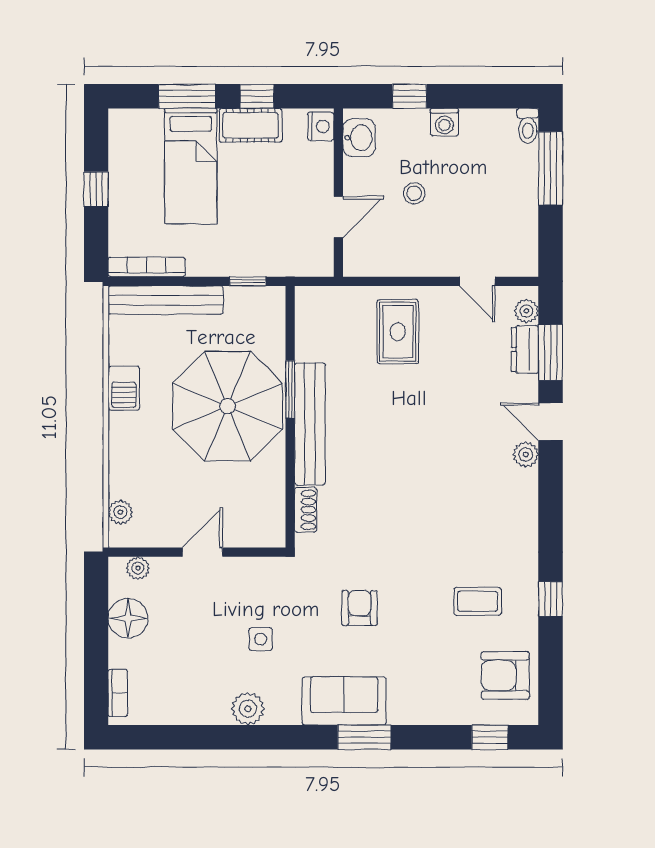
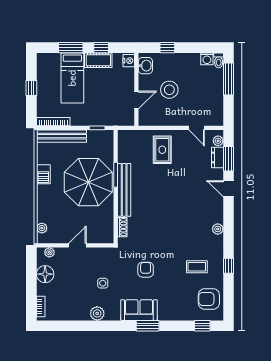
washing machine: (444, 122) -> (207, 59), moved
stool: (414, 193) -> (169, 90), width x1.89, depth x1.89
plant: (526, 454) -> (218, 229), moved

